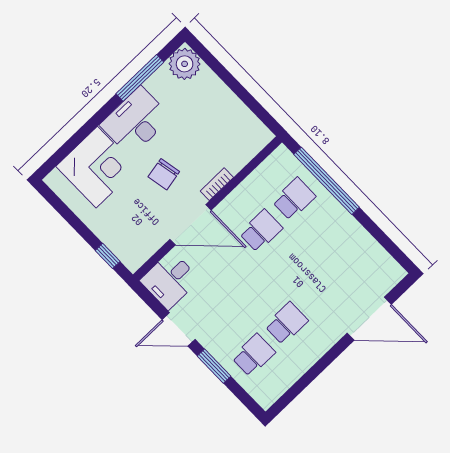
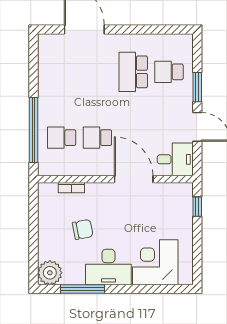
chair: (164, 174) -> (83, 229), moved
bookcase: (217, 184) -> (71, 188), moved
school desk: (286, 323) -> (133, 72), width x1.85

